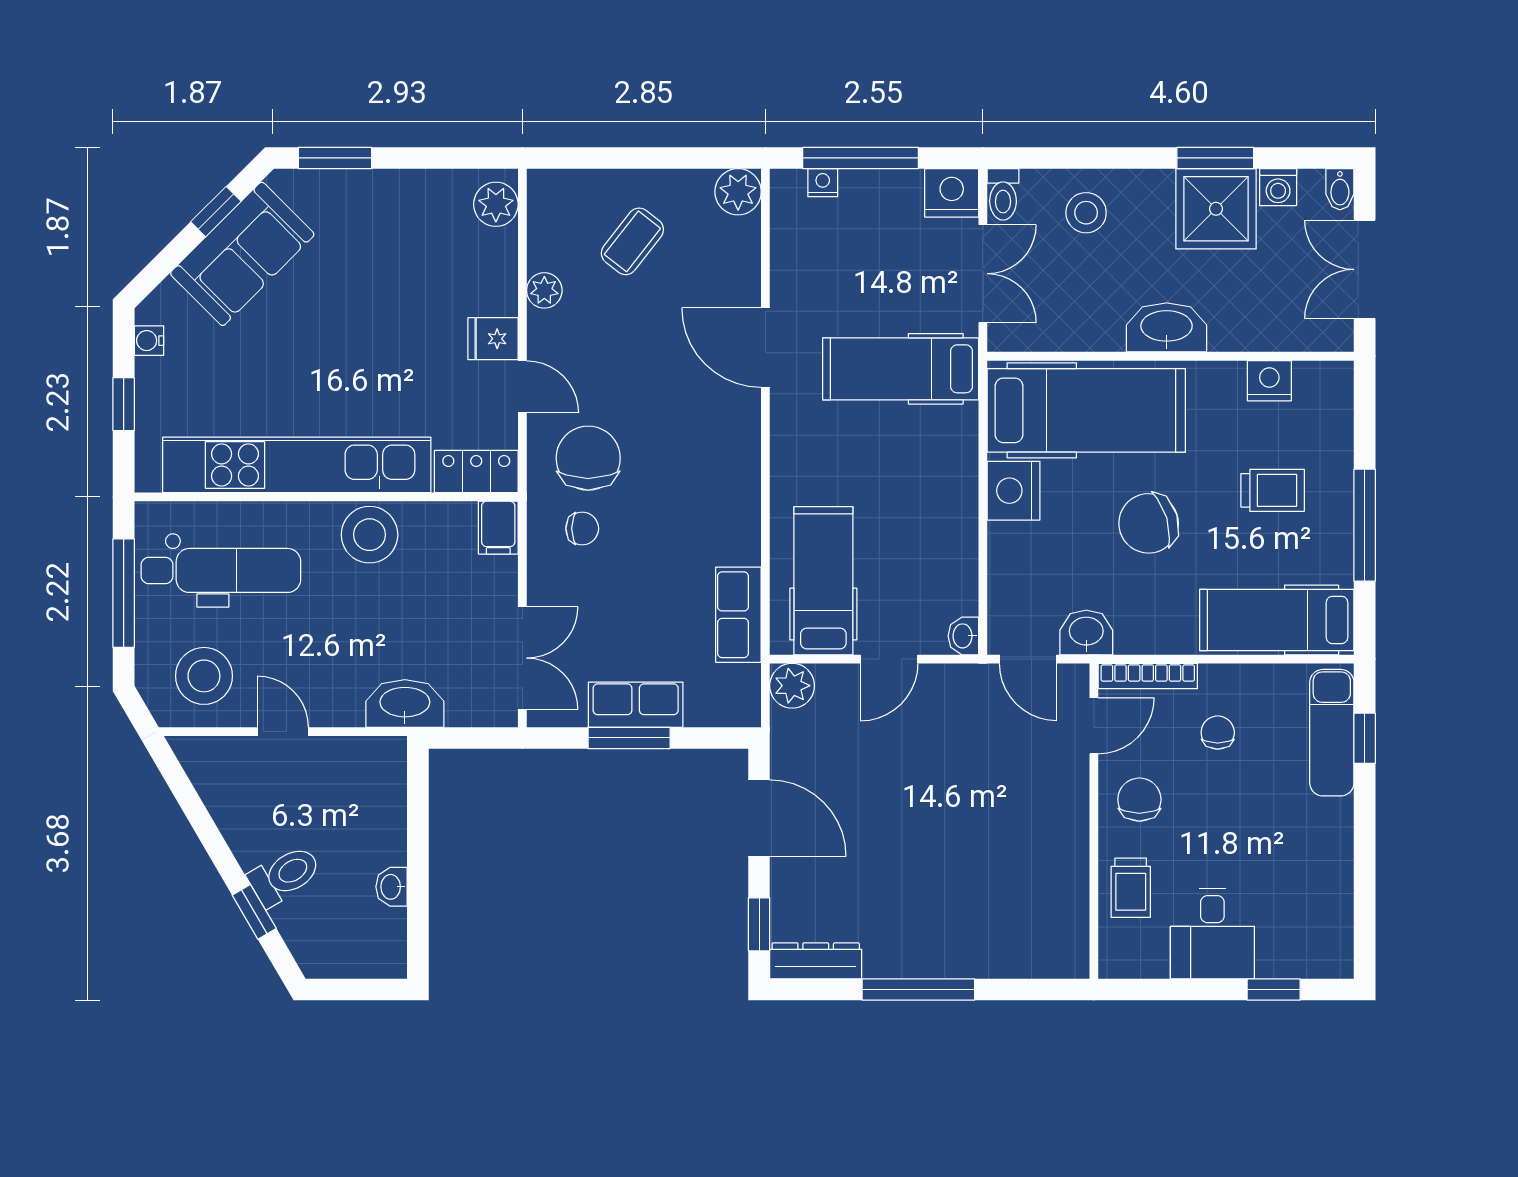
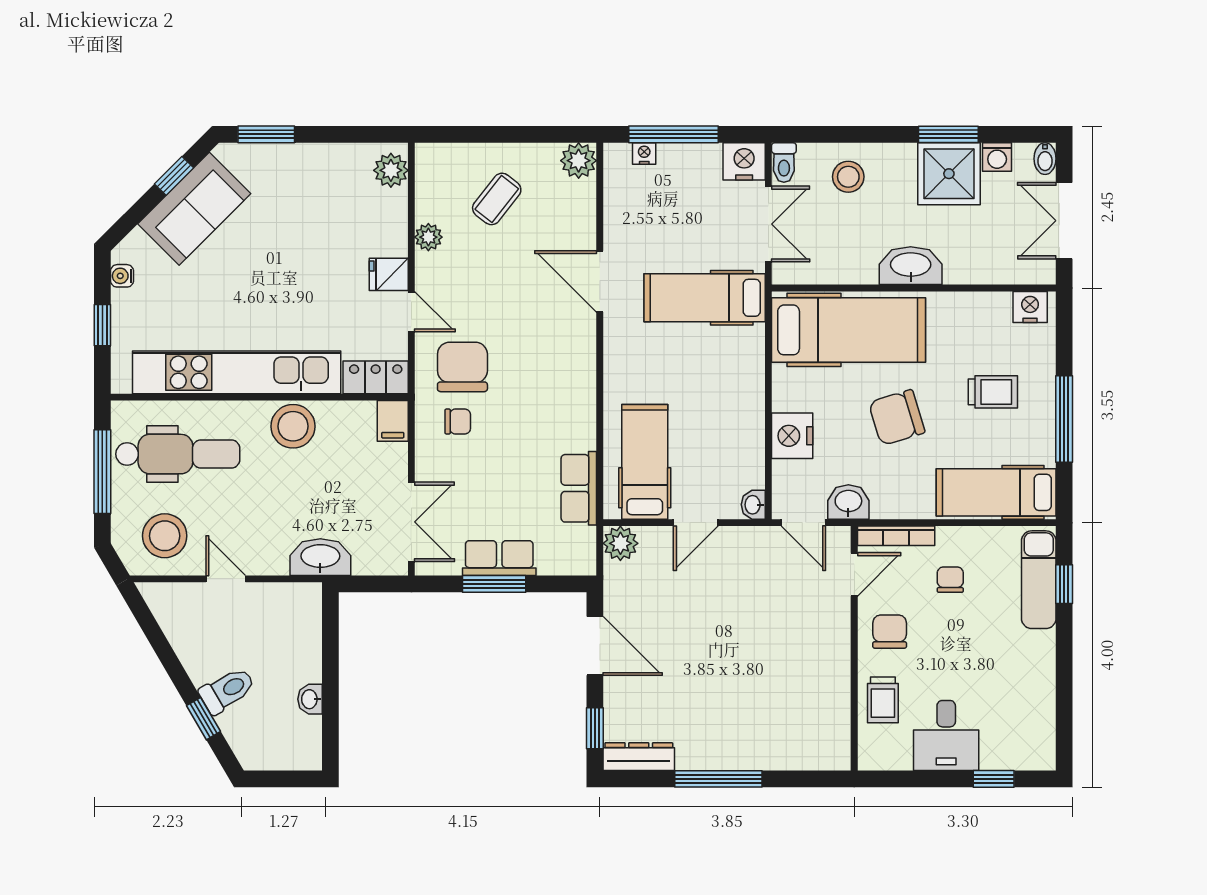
nightstand: (1269, 381) -> (1030, 307), moved
nightstand: (1014, 491) -> (792, 436), moved

